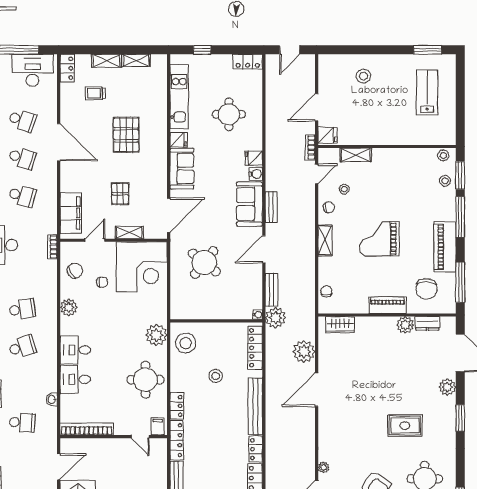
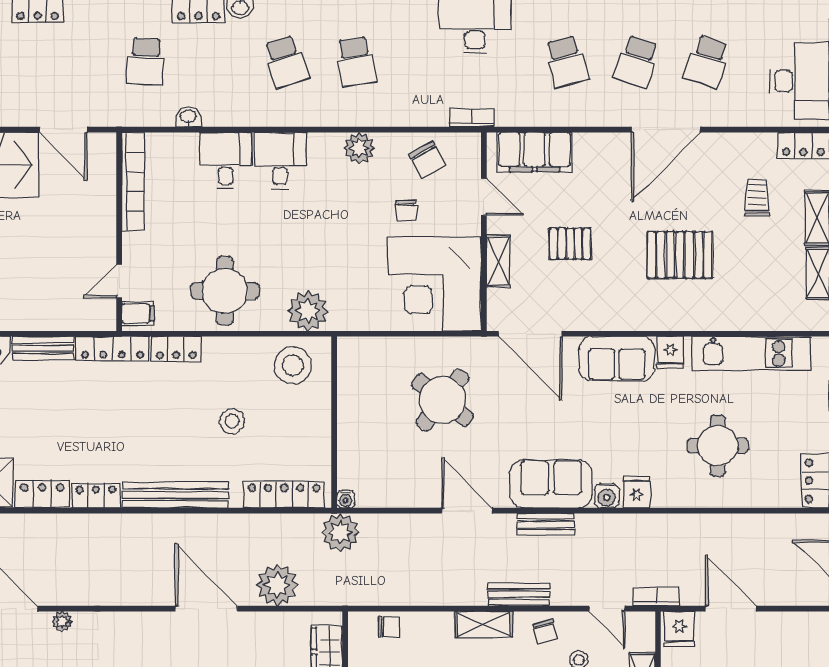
school desk: (22, 196) -> (566, 62), turned -30
bench: (272, 290) -> (519, 594), moved

